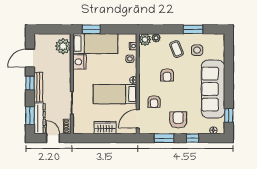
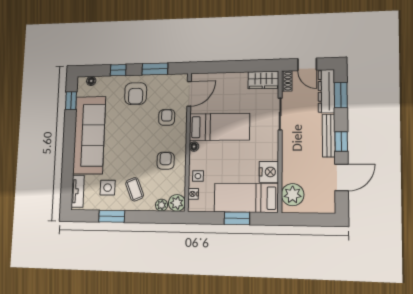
window: (91, 29) -> (237, 218), moved
tv unit: (220, 47) -> (78, 191), added
armchair: (167, 75) -> (166, 161), moved
wardrobe: (105, 128) -> (263, 80), moved

